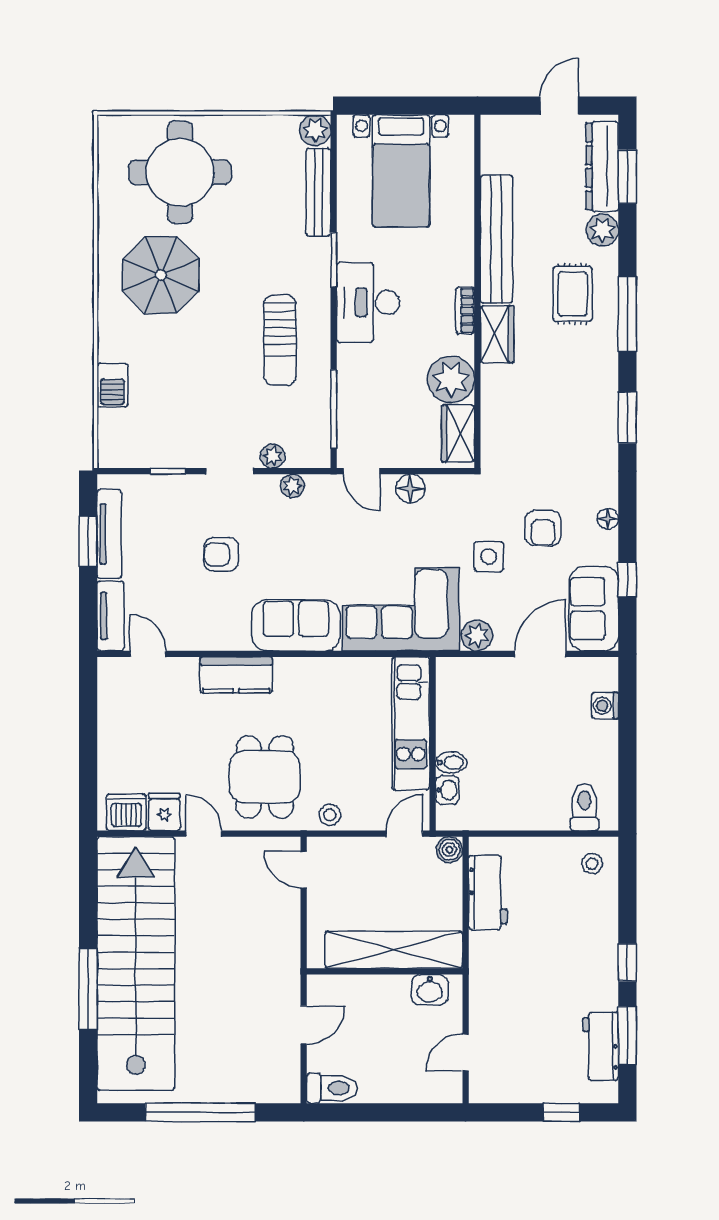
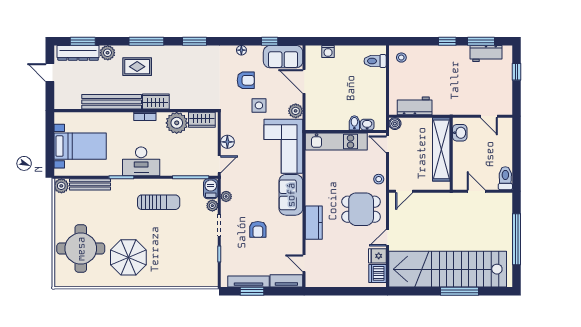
barbecue: (112, 385) -> (211, 189), moved, turned -90
door: (148, 654) -> (304, 263), hinge flipped

